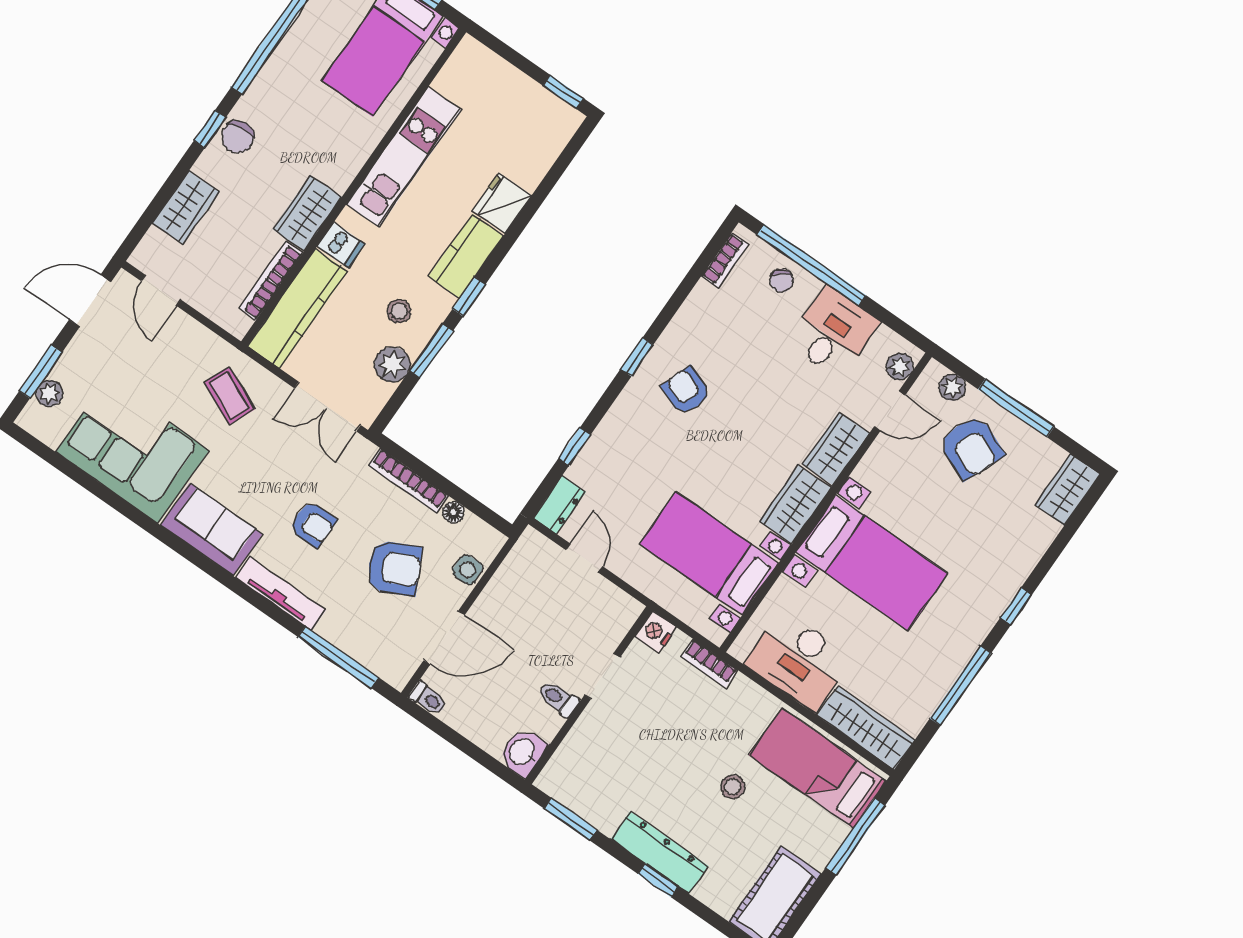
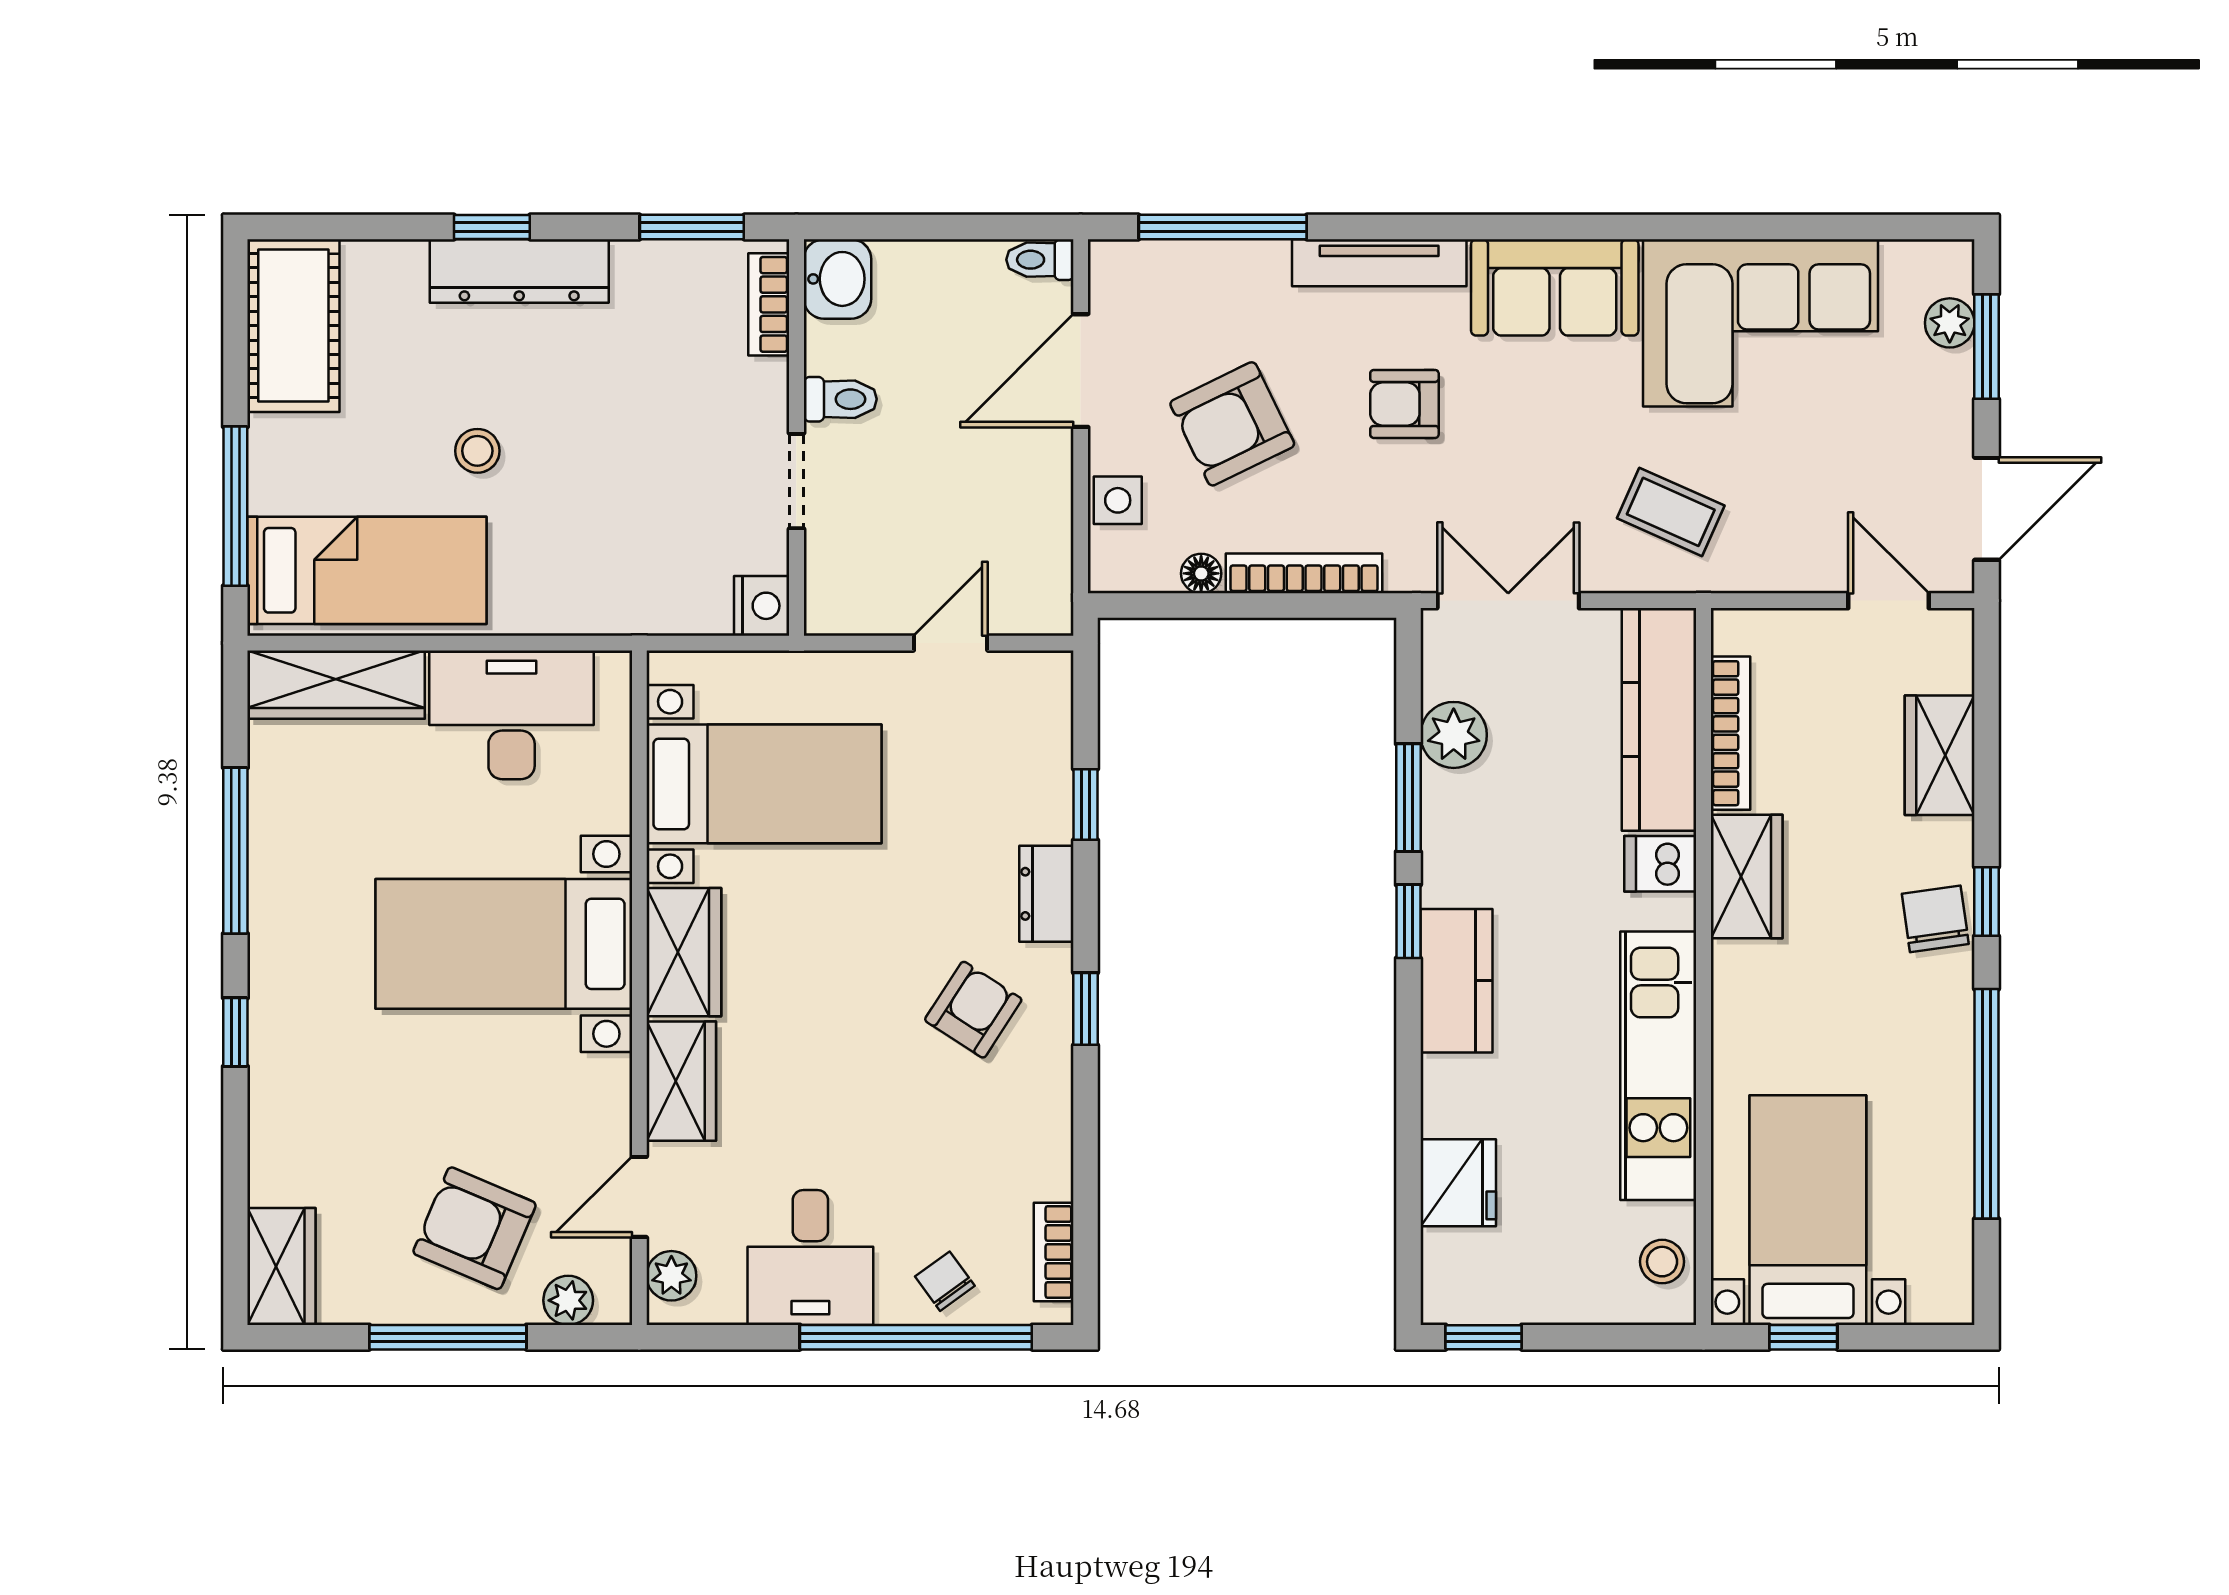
fridge: (502, 203) -> (1458, 1183), moved
stool: (399, 311) -> (1662, 1262), moved
armchair: (686, 391) -> (973, 1010), turned -77
dresser: (559, 505) -> (1046, 894), moved
door: (584, 558) -> (951, 643), swing flipped
bookcase: (709, 663) -> (769, 304), moved, turned -90

